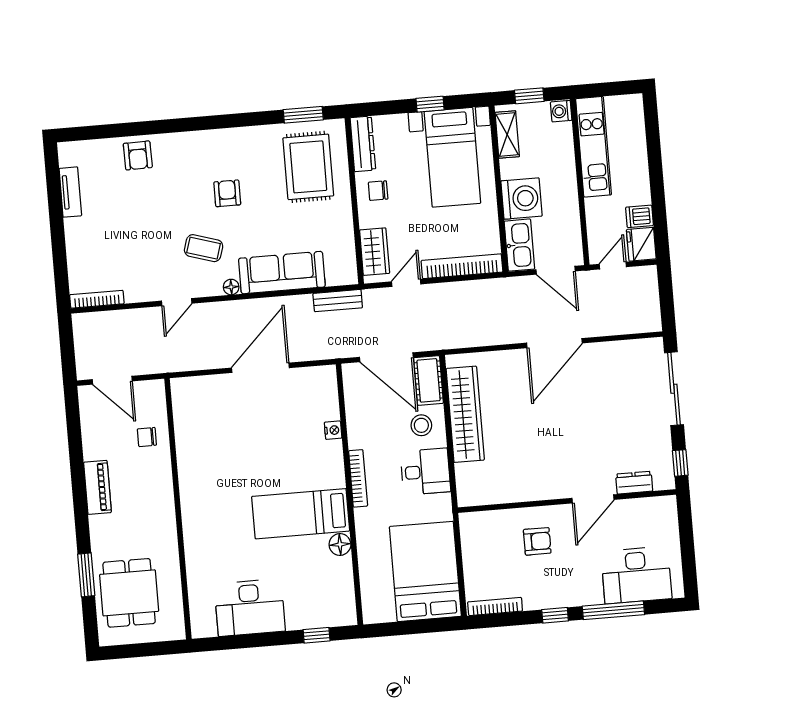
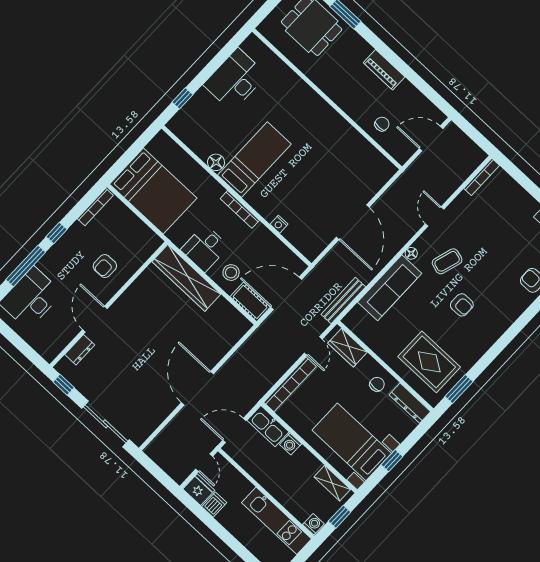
washing machine: (521, 199) -> (291, 444), width x0.53, depth x0.53
bench: (338, 301) -> (343, 301), width x1.36
wardrobe: (465, 414) -> (186, 278), moved

